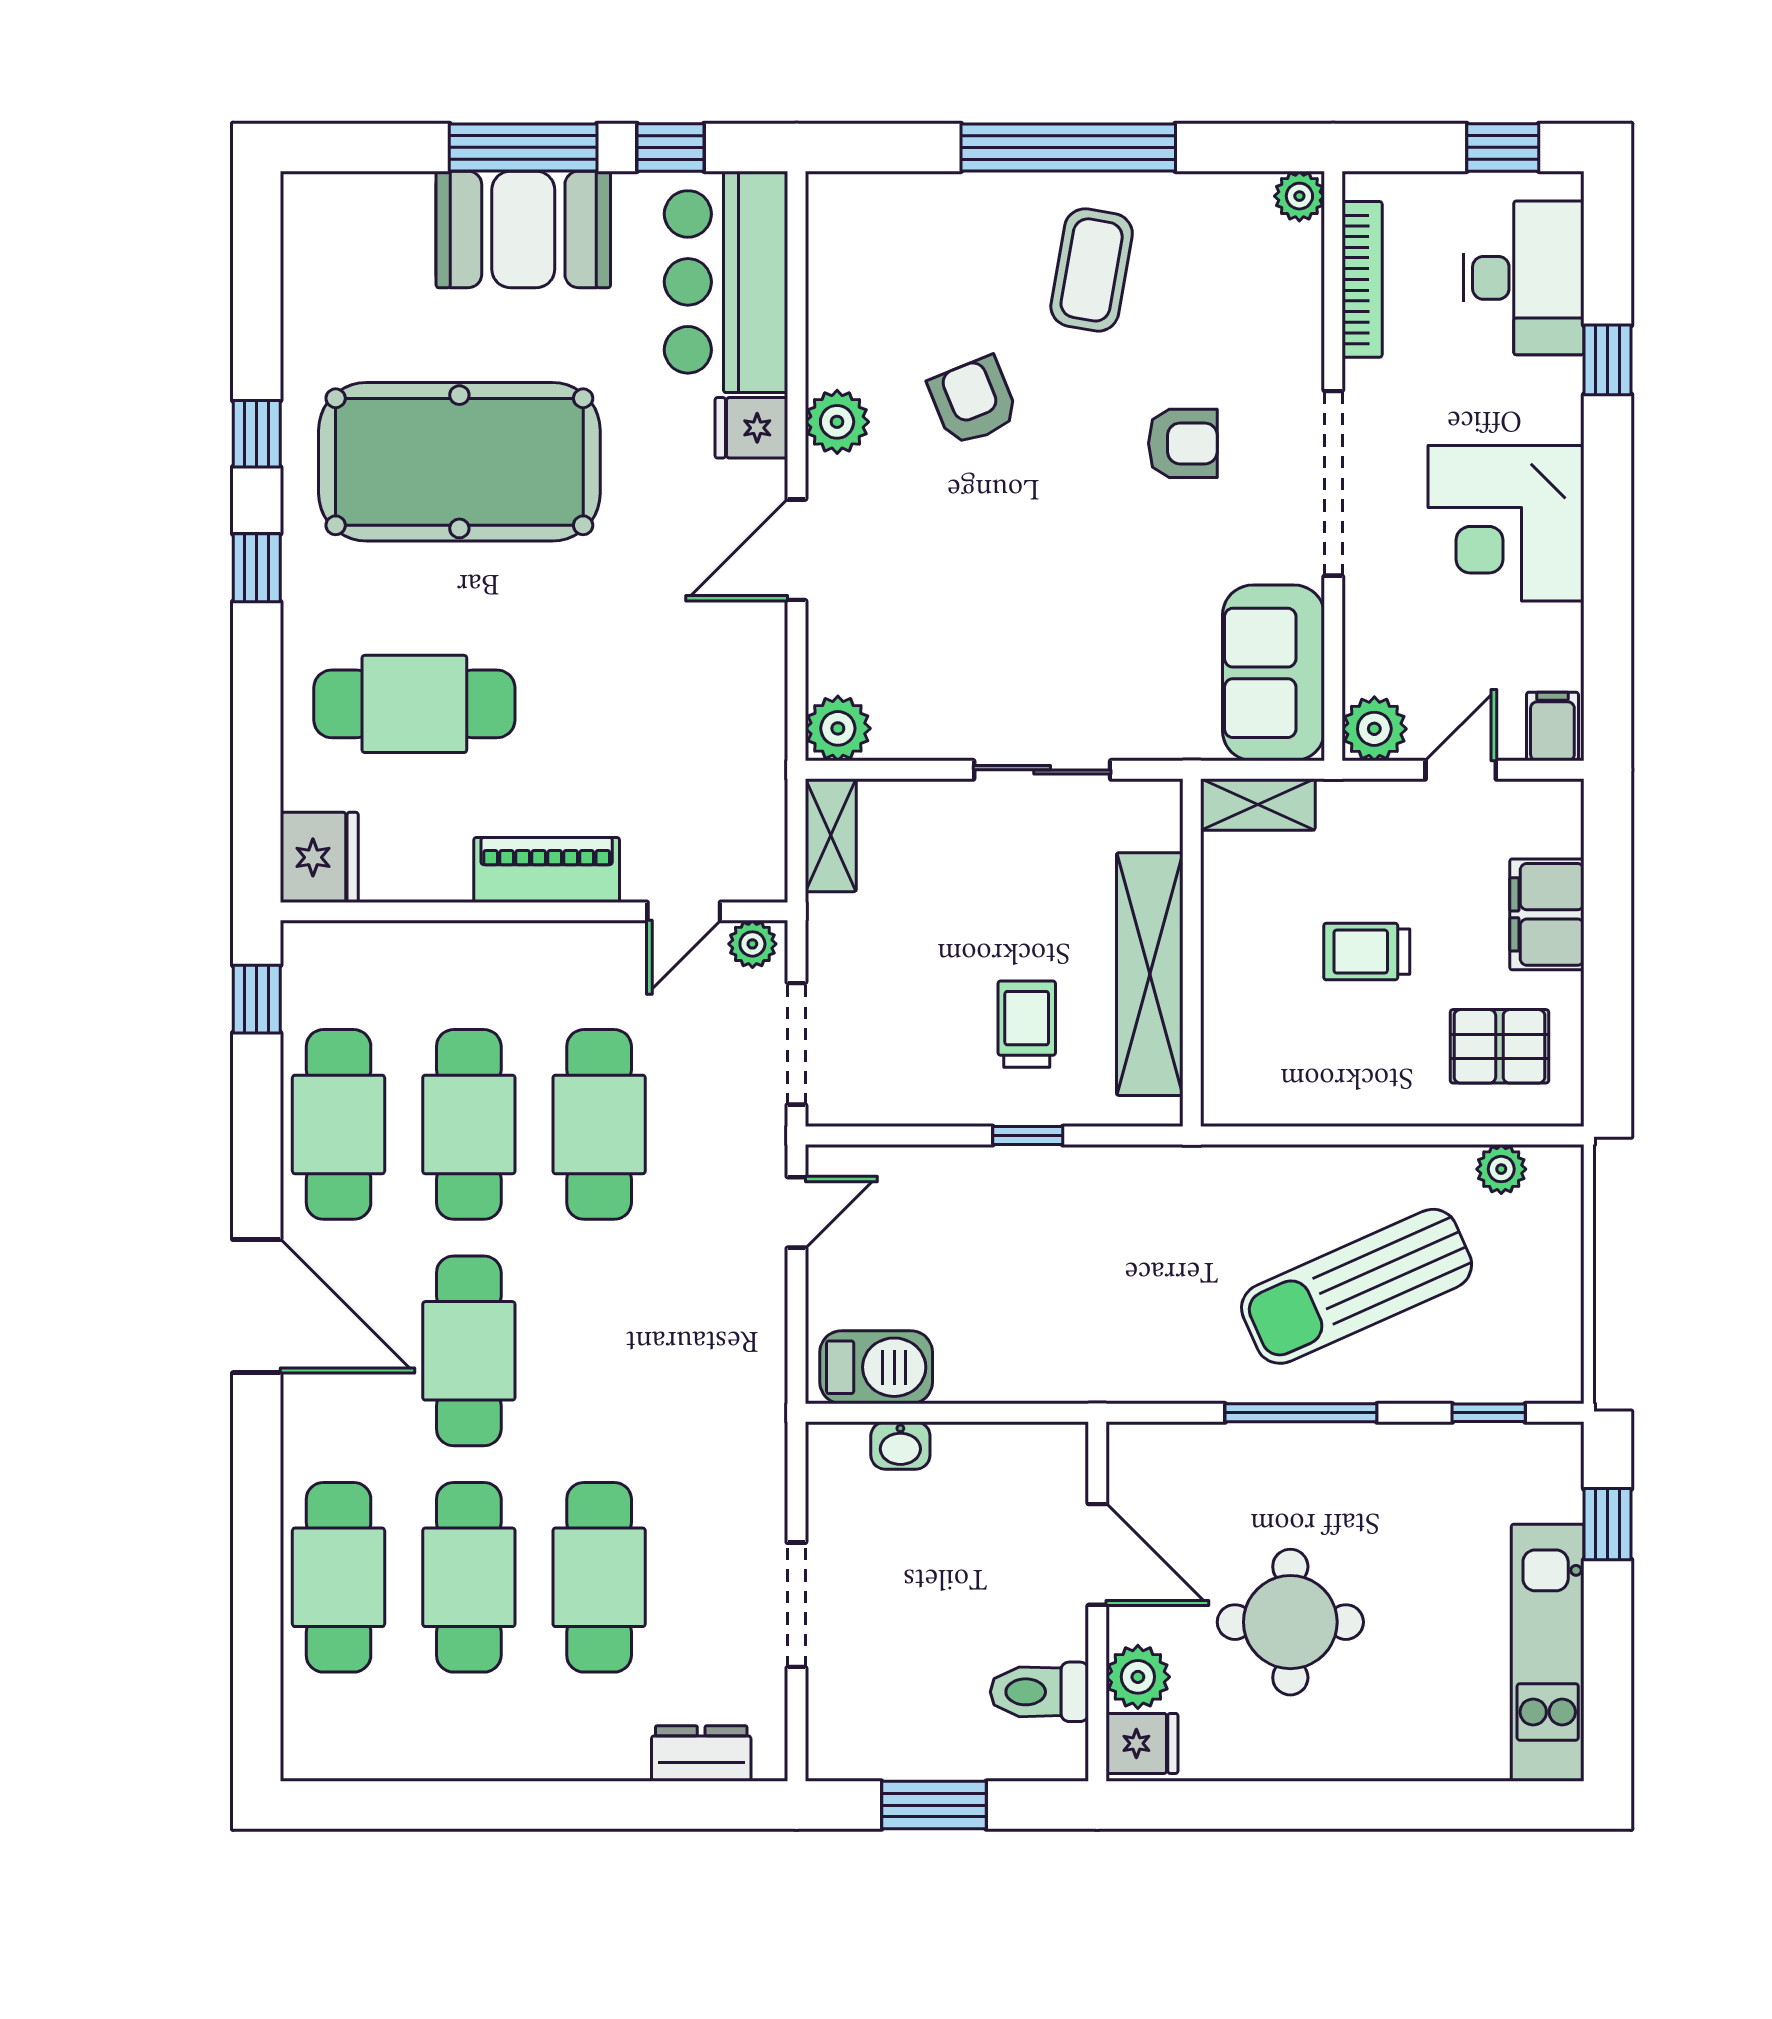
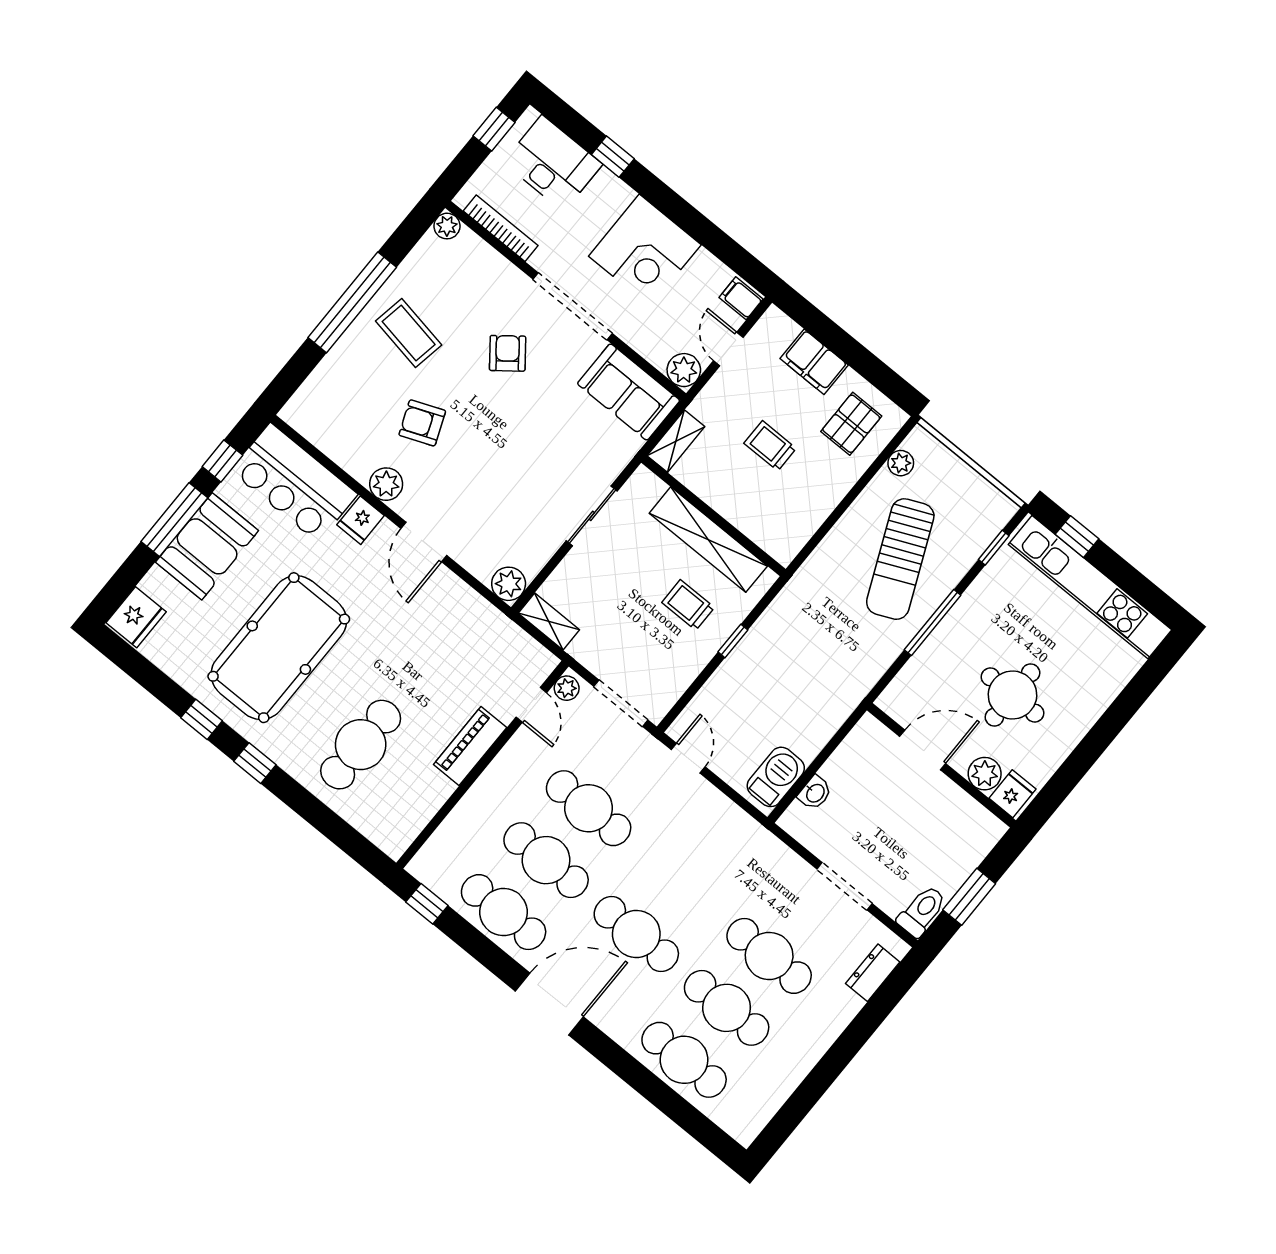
armchair: (1183, 443) -> (508, 353), turned -38
fridge: (319, 857) -> (136, 617), moved, turned 90
trolley: (1367, 952) -> (770, 446), turned 90
kitchen unit: (1548, 1653) -> (1090, 587), width x1.36
toilet: (1039, 1692) -> (922, 911), moved, turned 180

